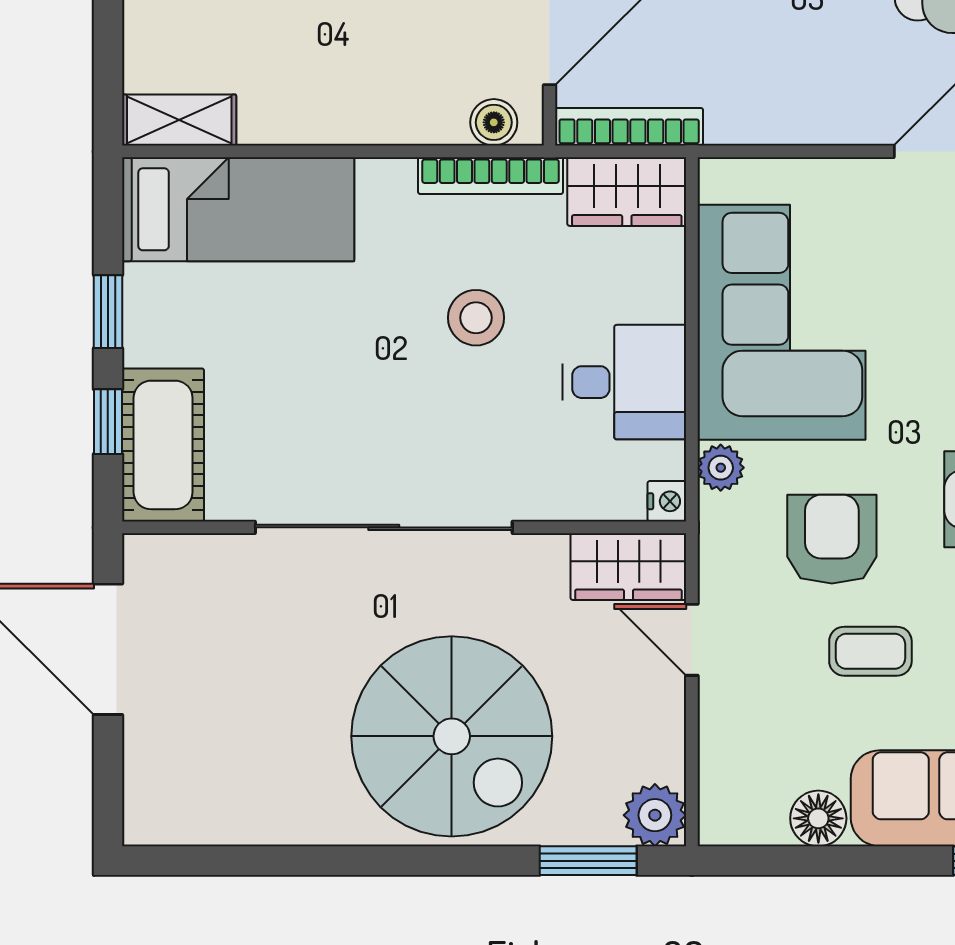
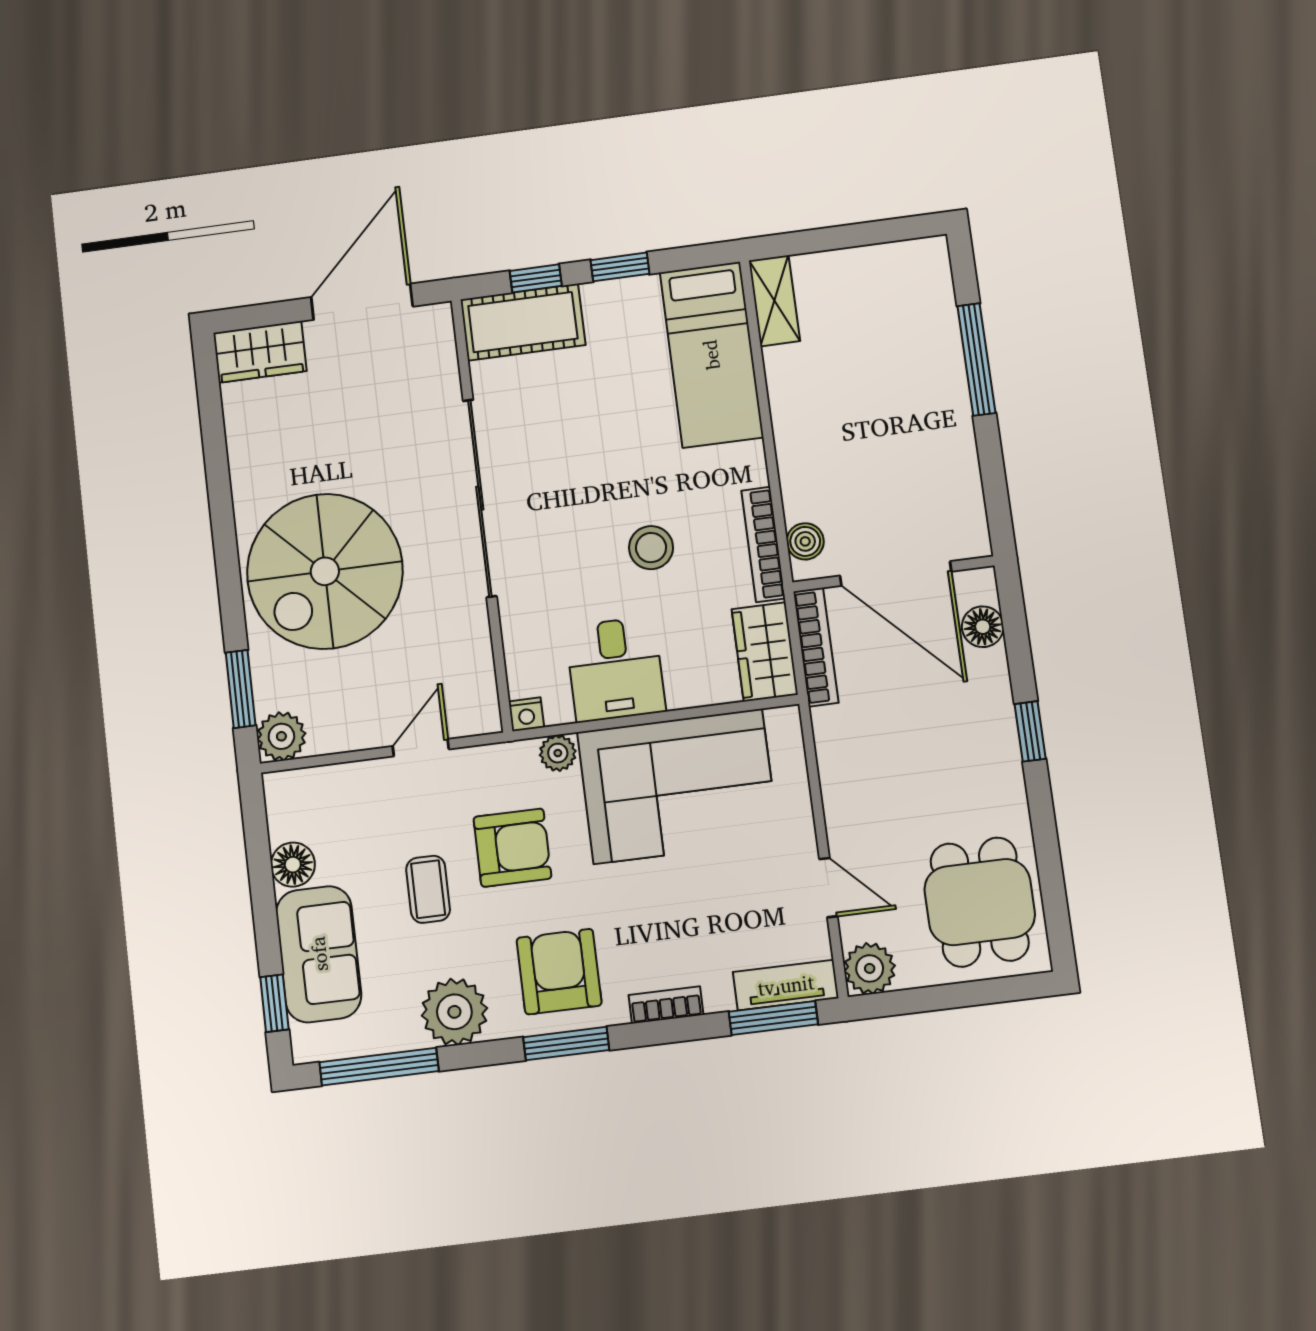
wardrobe: (628, 567) -> (260, 352), moved, turned -90

